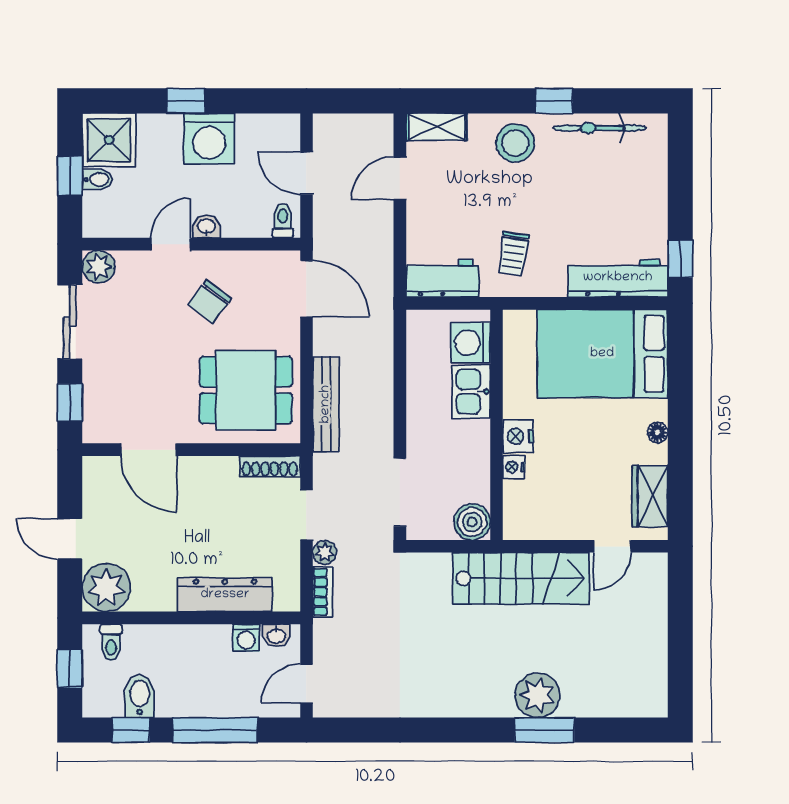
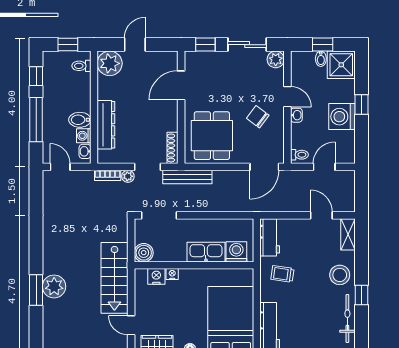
kitchen sink: (471, 392) -> (206, 252), width x1.38
bench: (326, 404) -> (187, 177), moved
nightstand: (518, 436) -> (156, 276), moved
bidet: (140, 696) -> (80, 120), moved, turned 180

